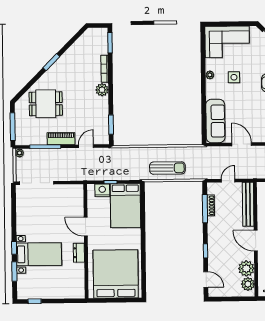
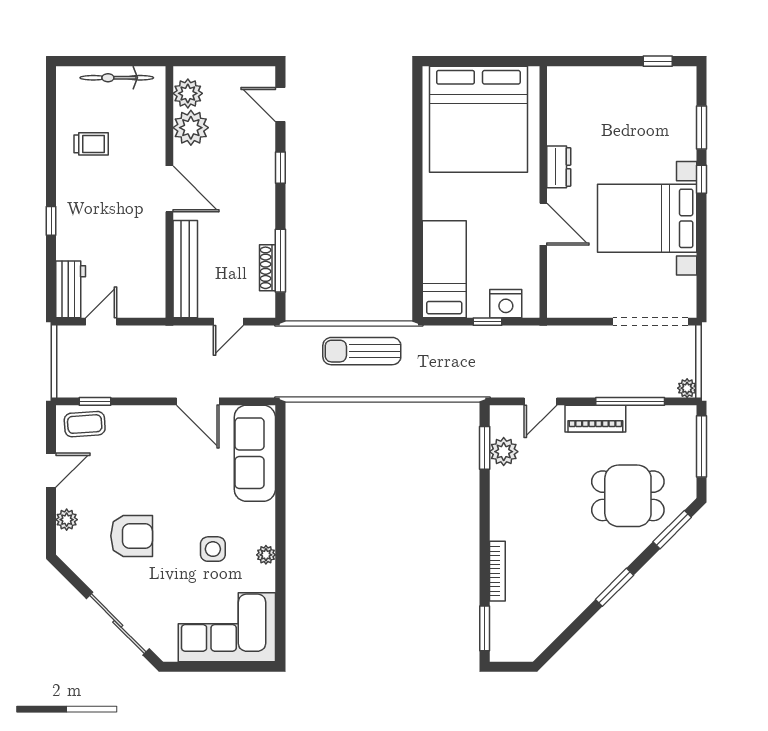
window: (25, 89) -> (672, 530), added
plant: (102, 90) -> (504, 452), moved
bed: (125, 206) -> (444, 269), width x0.67
bed with nightstands: (39, 254) -> (647, 218), moved, width x1.36

